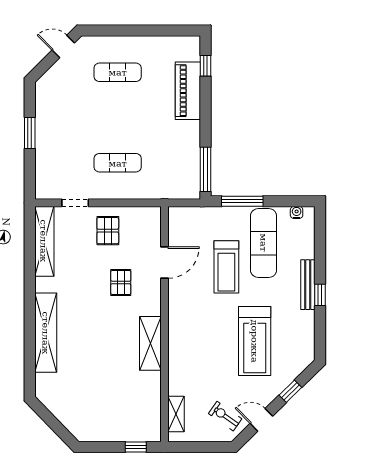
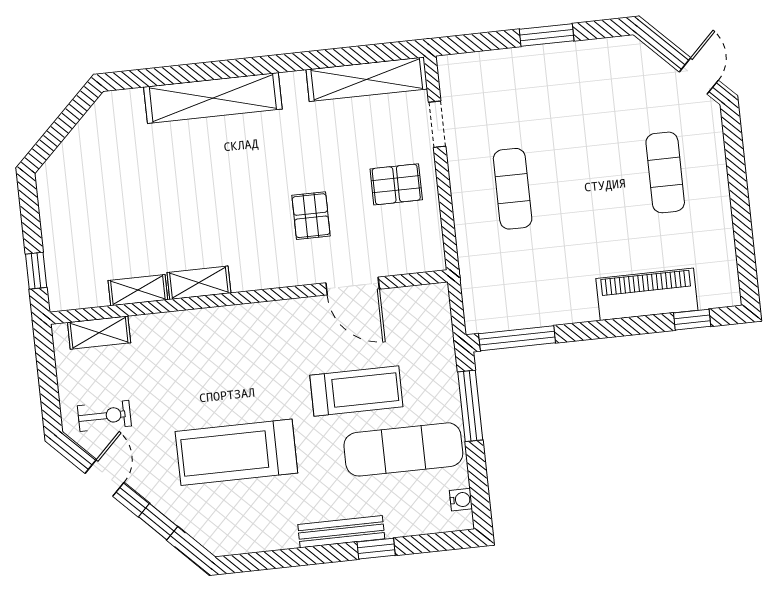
treadmill: (226, 267) -> (356, 391), turned 180
pallet: (121, 282) -> (311, 216), turned 90
window: (320, 295) -> (376, 549), moved
shelving: (150, 343) -> (199, 283), width x0.67, depth x0.75
shelving: (154, 389) -> (138, 290), added
exercise bike: (225, 416) -> (104, 416), turned 55

